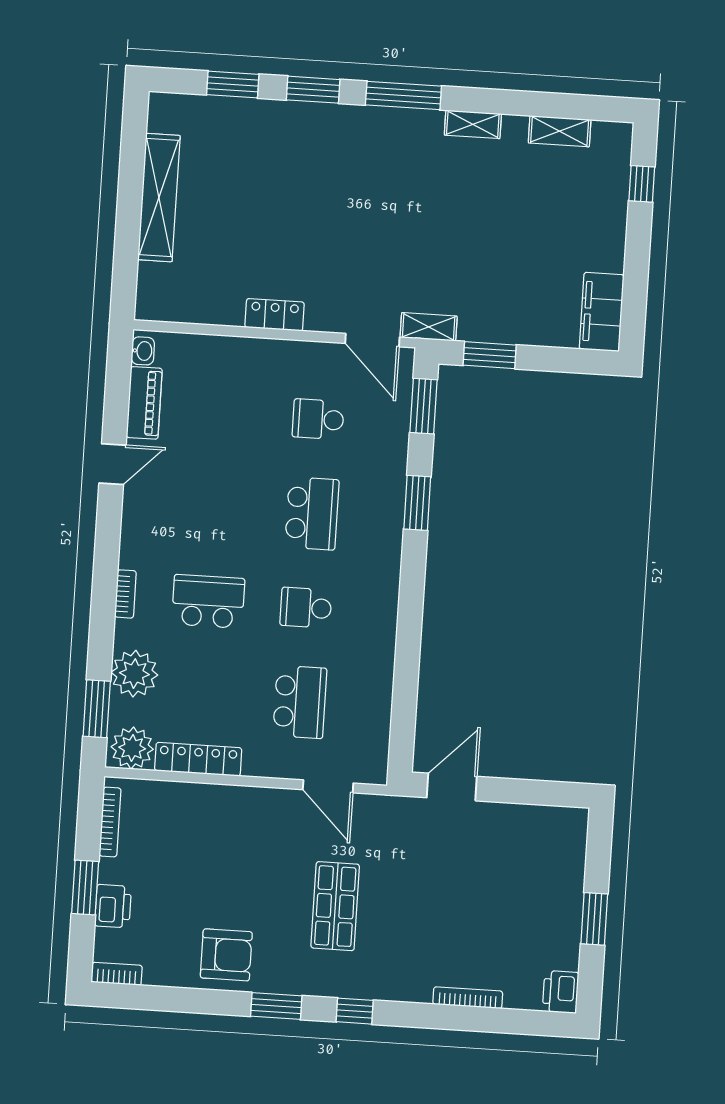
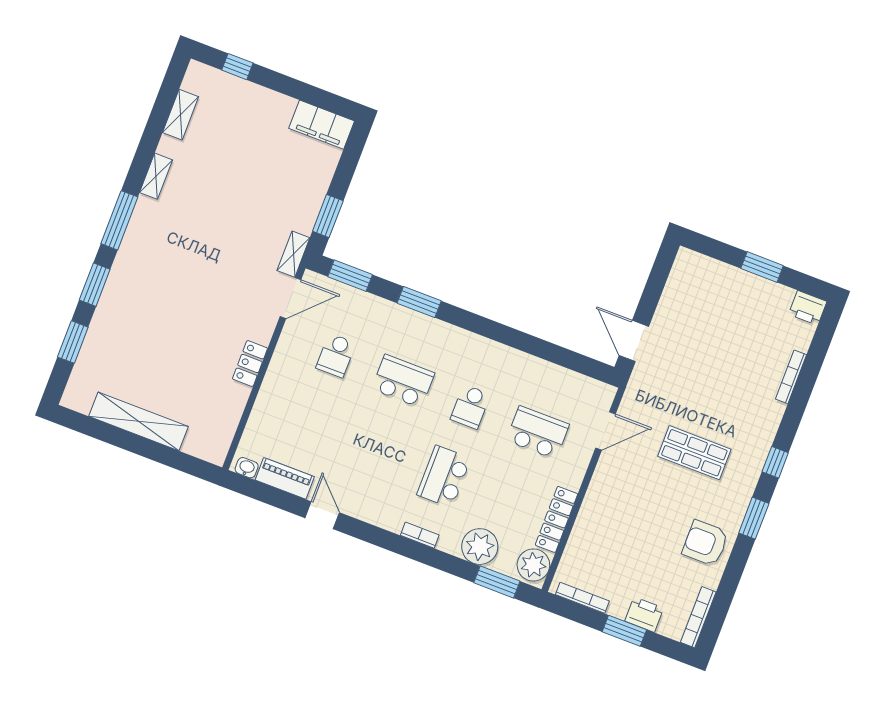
armchair: (226, 955) -> (705, 543), turned -90
bookcase: (117, 974) -> (698, 617), width x1.56

